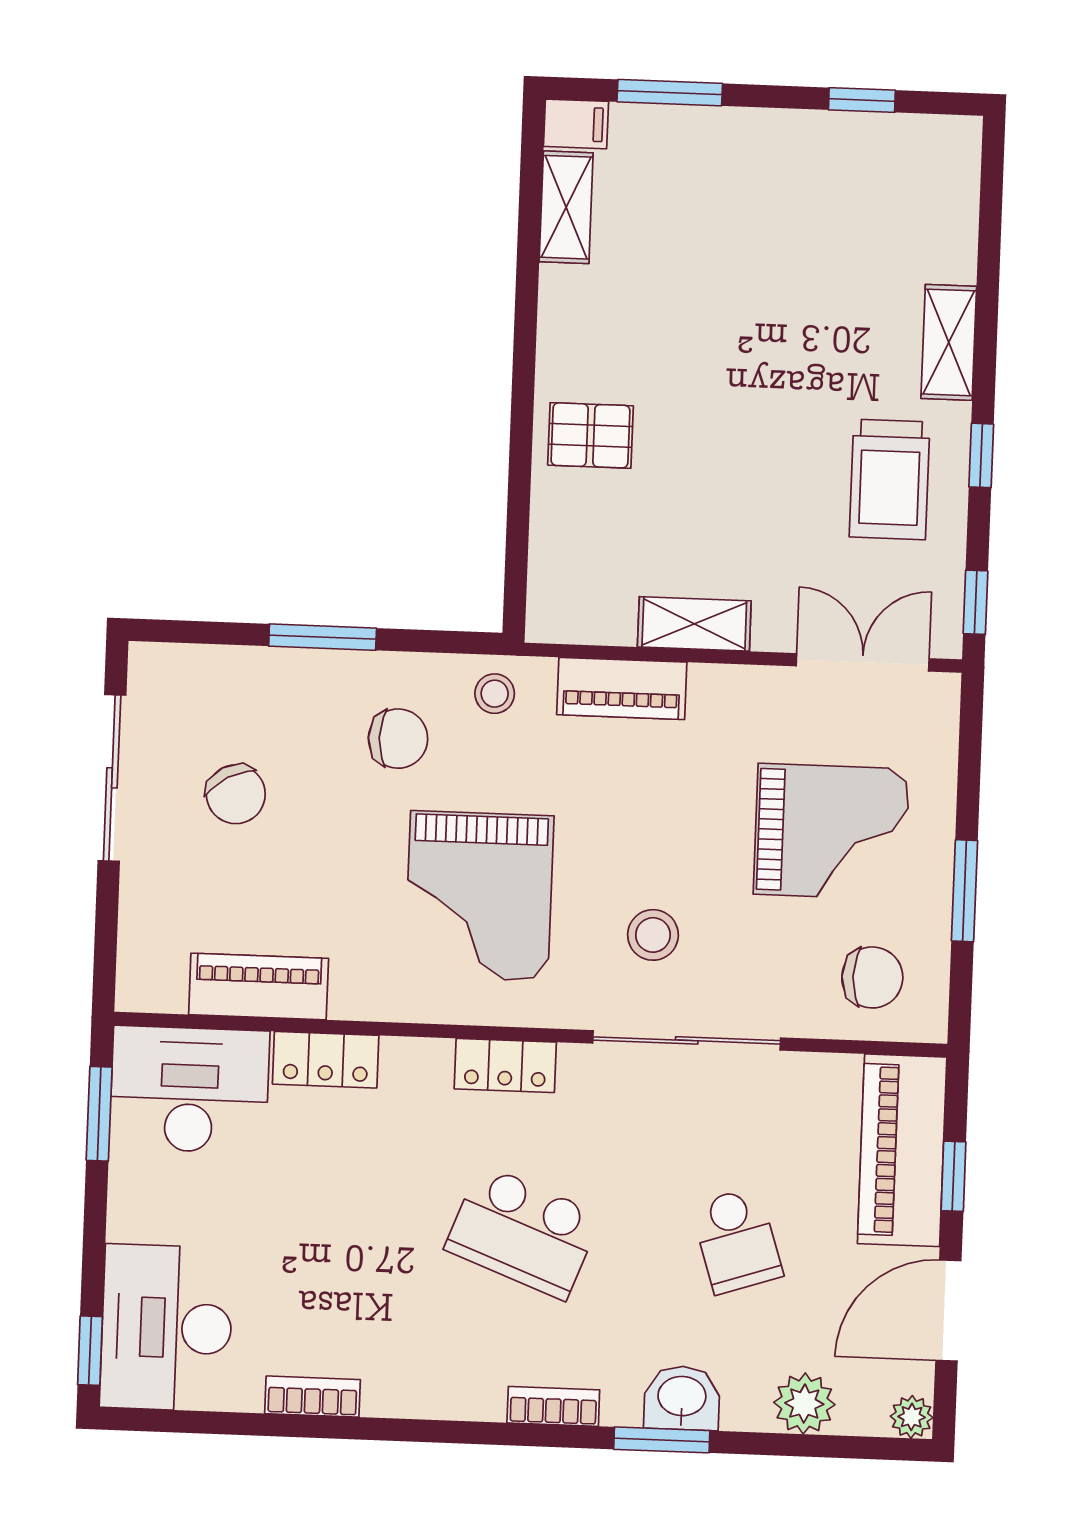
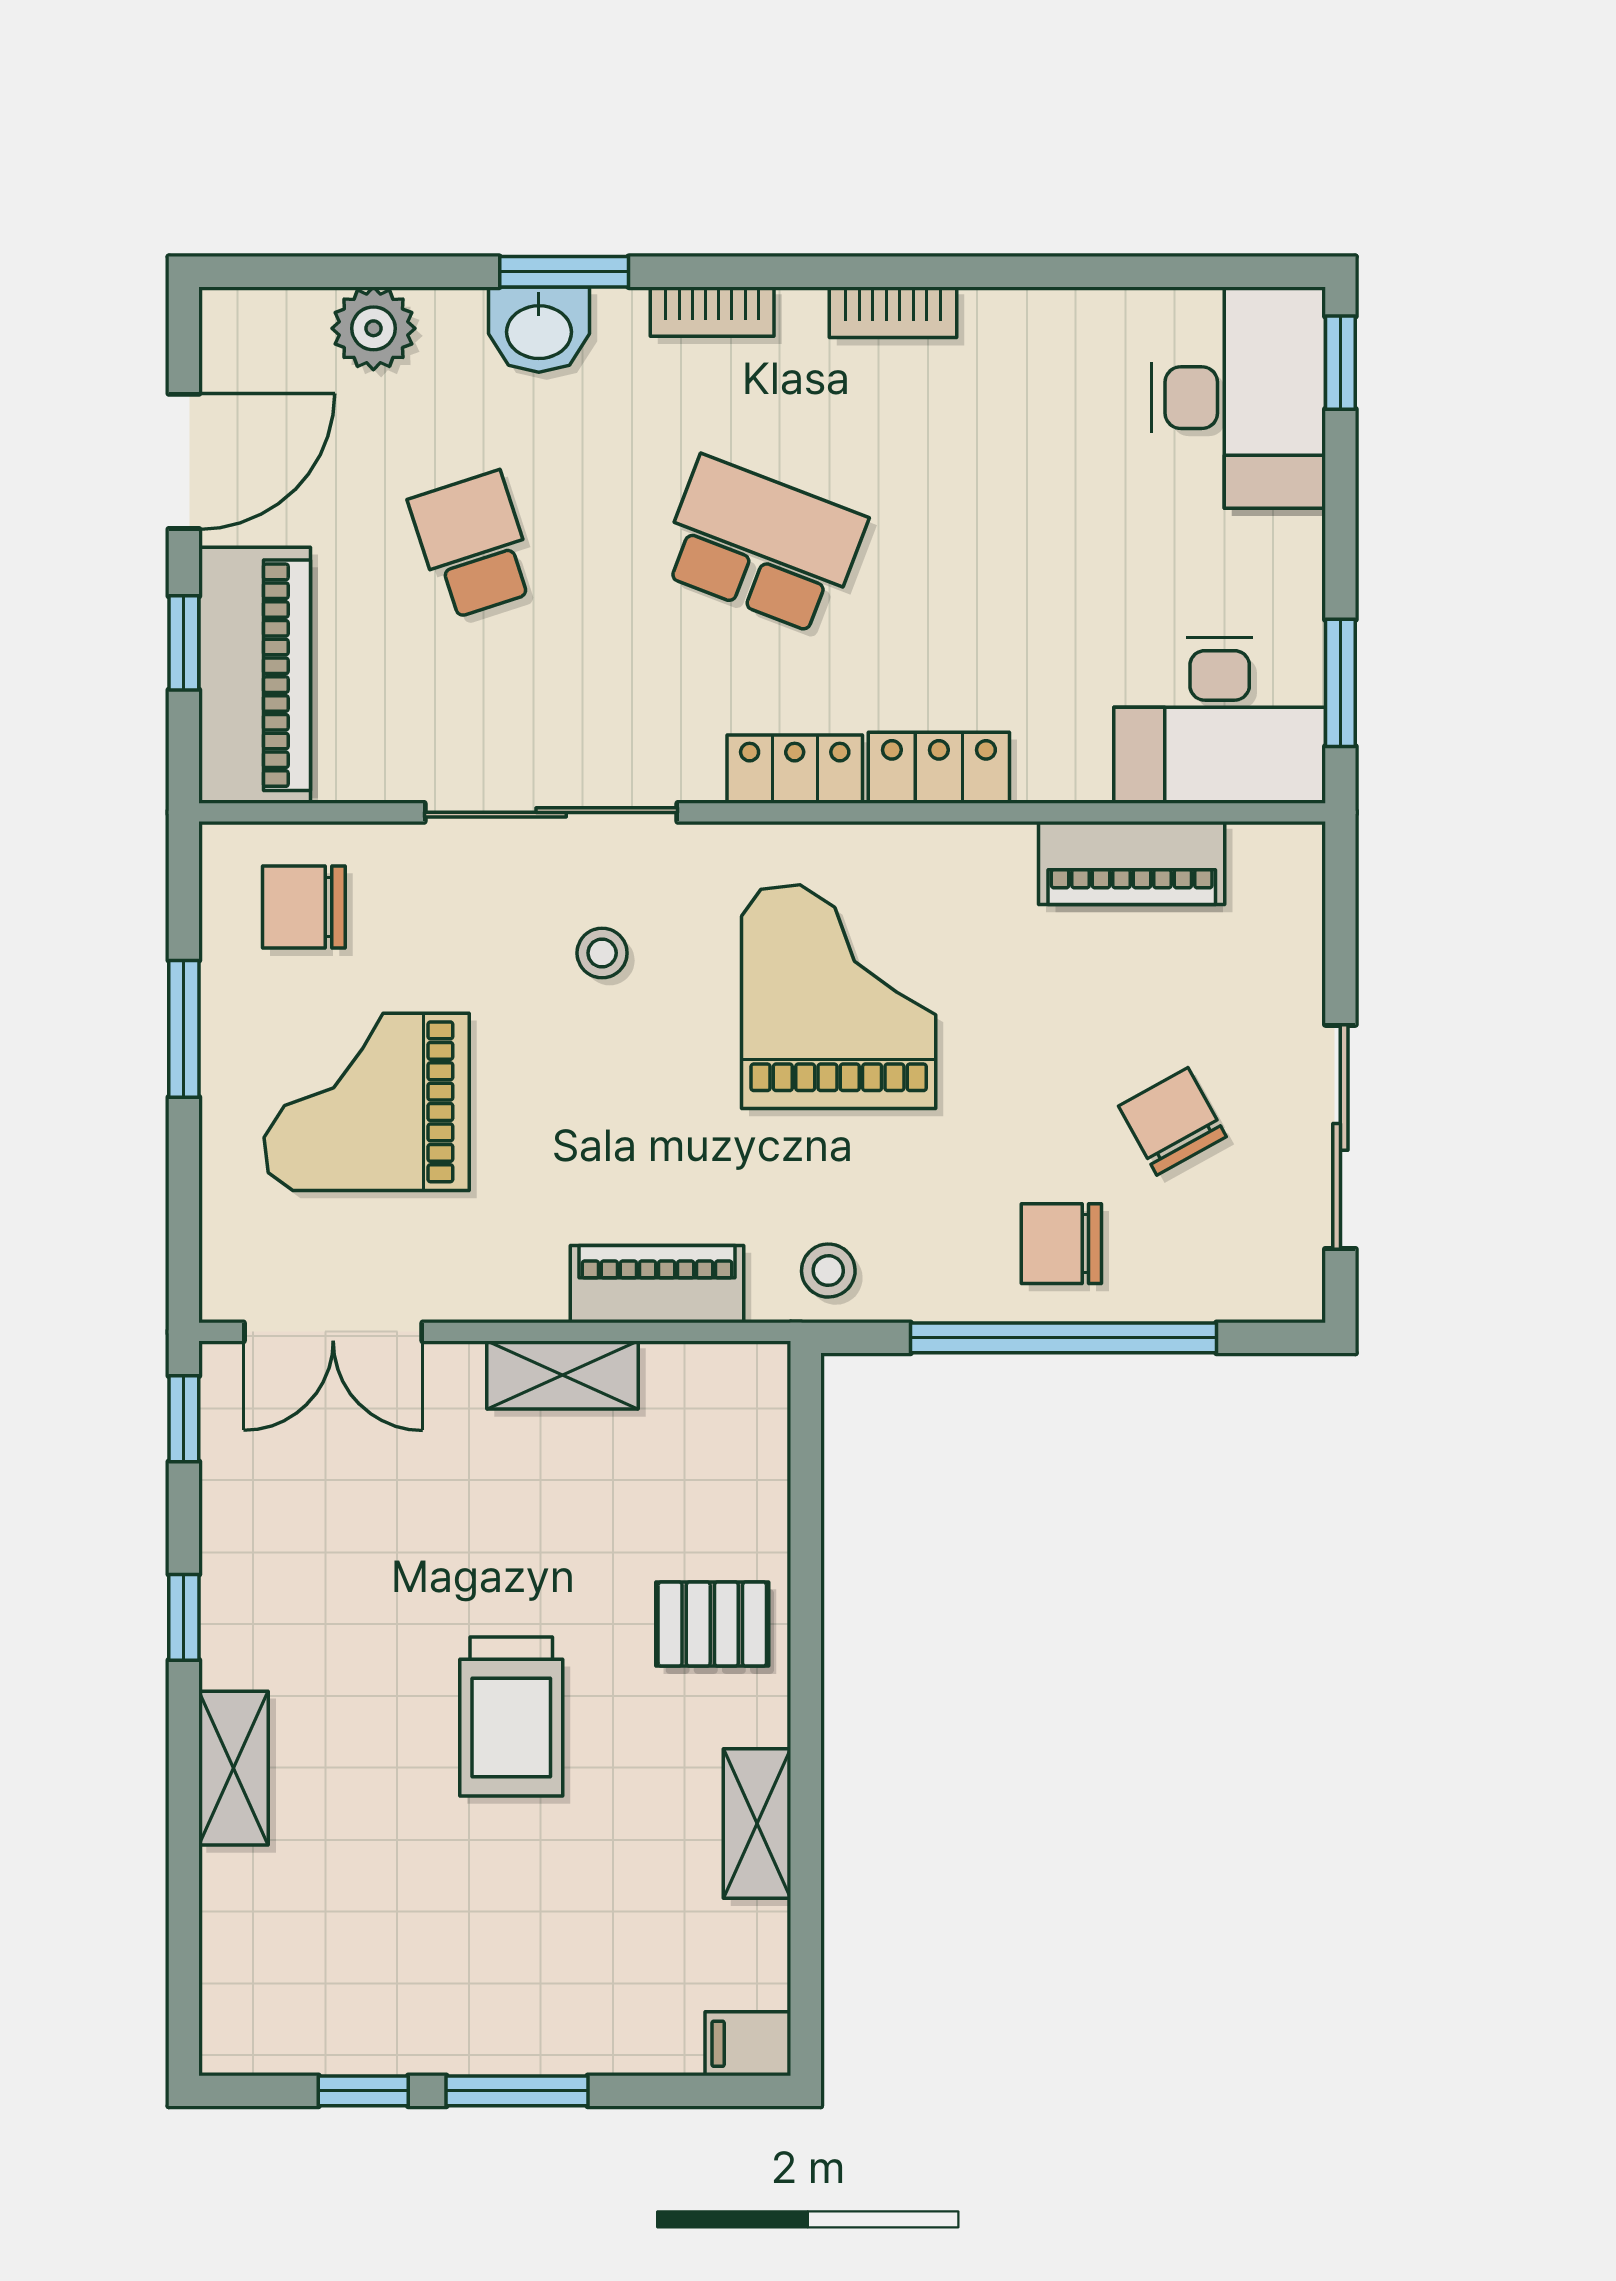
window: (670, 93) -> (517, 2091), moved
shelving: (566, 207) -> (757, 1824), moved
trolley: (890, 479) -> (511, 1716), moved, turned 180
window: (323, 637) -> (1064, 1338), width x2.11
chair: (398, 739) -> (1061, 1244), moved
stool: (653, 935) -> (602, 953), width x0.73, depth x0.73
locker: (326, 1060) -> (939, 768), moved
bookcase: (312, 1397) -> (893, 312), moved
plant: (912, 1417) -> (228, 316), removed

